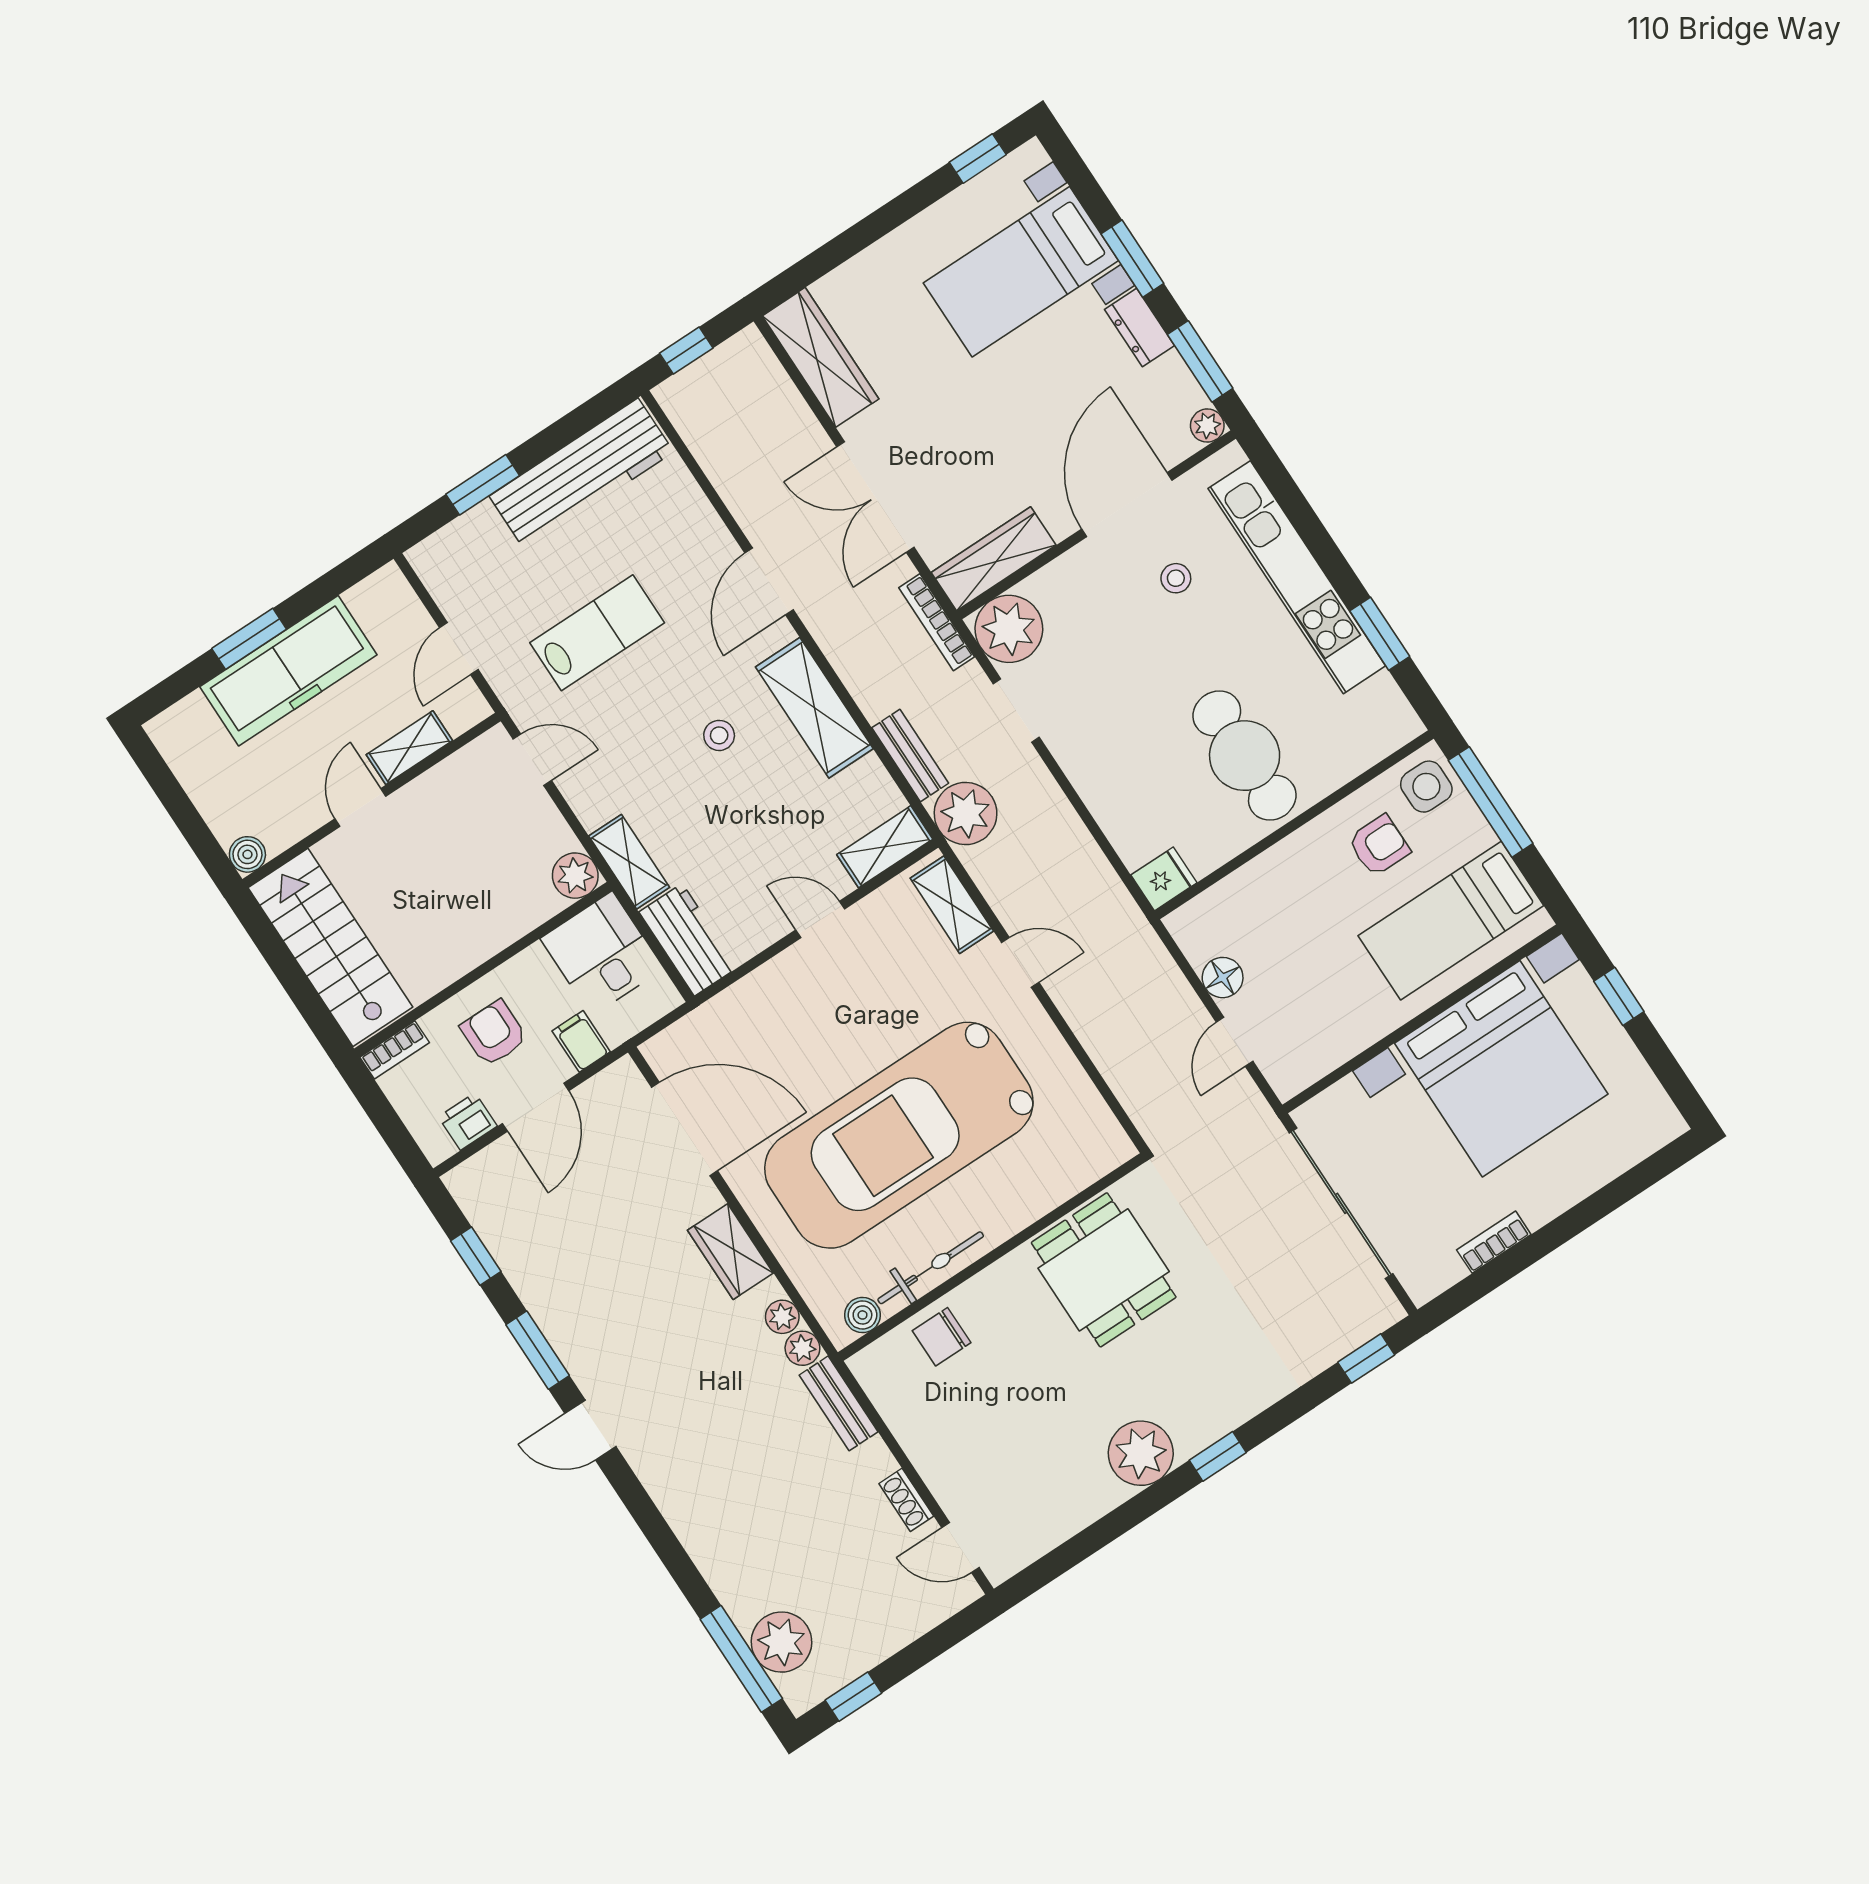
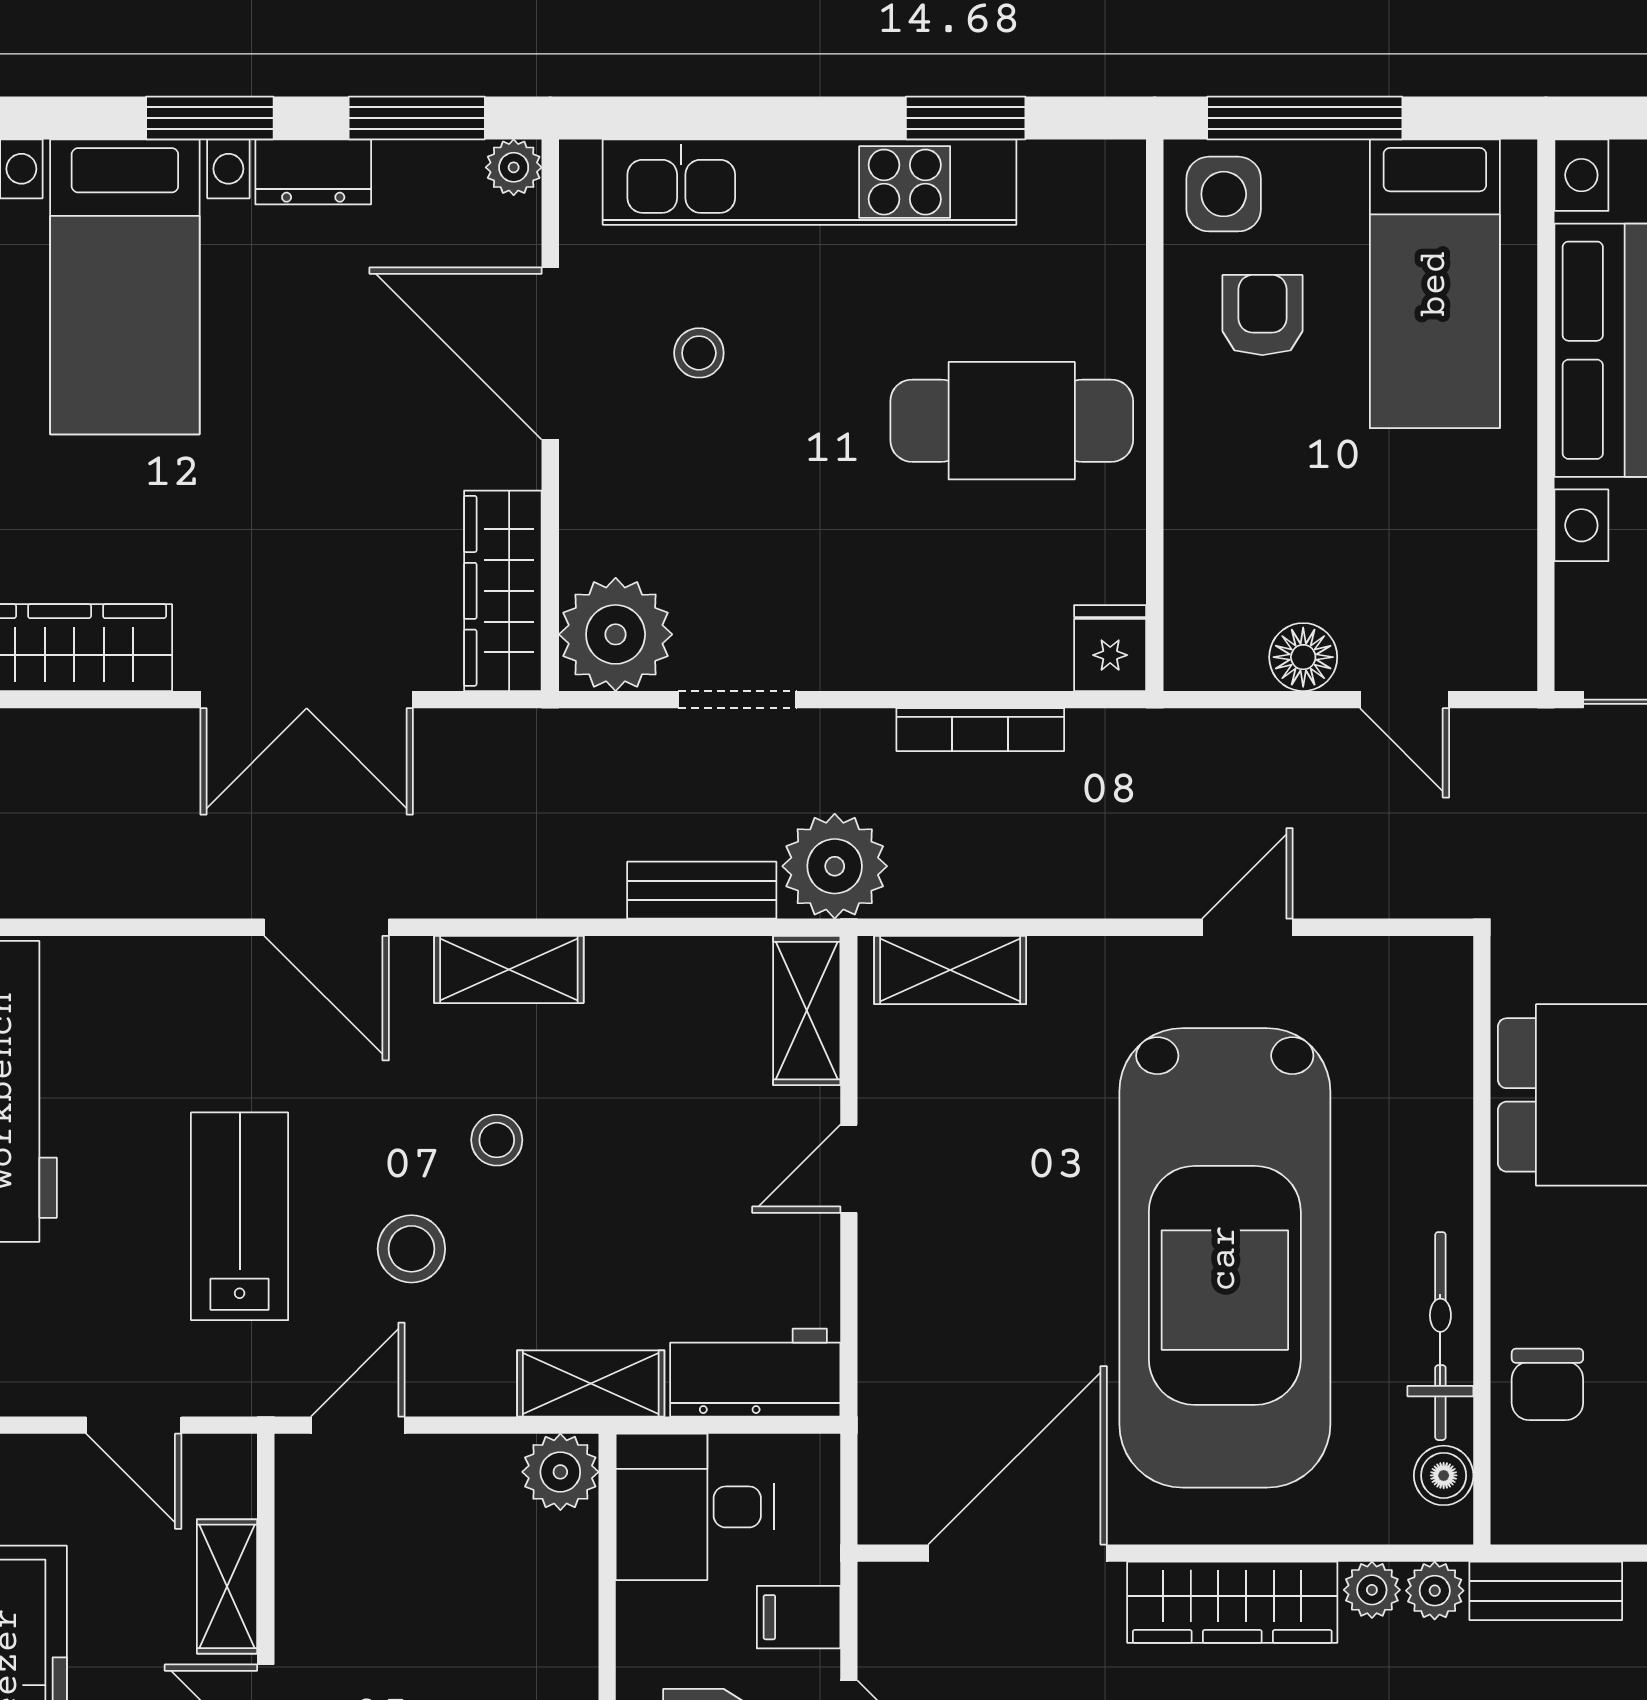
bookcase: (937, 622) -> (980, 730), moved
shelving: (814, 708) -> (509, 969), width x0.67, depth x0.75
stool: (637, 729) -> (411, 1249), added
door: (1020, 962) -> (1247, 927), moved
wardrobe: (730, 1252) -> (1232, 1602), width x1.50

